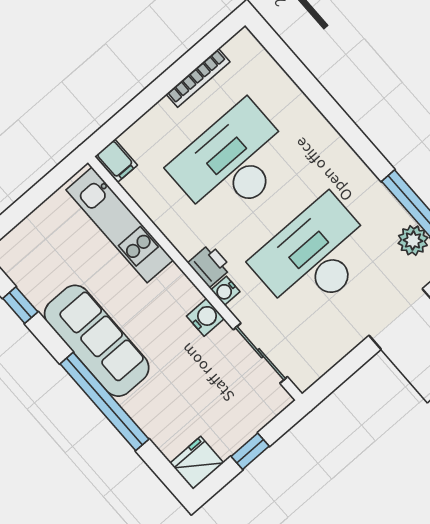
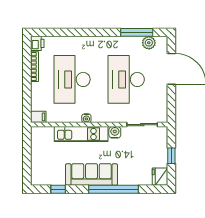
kitchen unit: (120, 225) -> (81, 134), moved
printer: (210, 265) -> (37, 43), moved, turned 90
water cooler: (225, 291) -> (86, 118), moved

